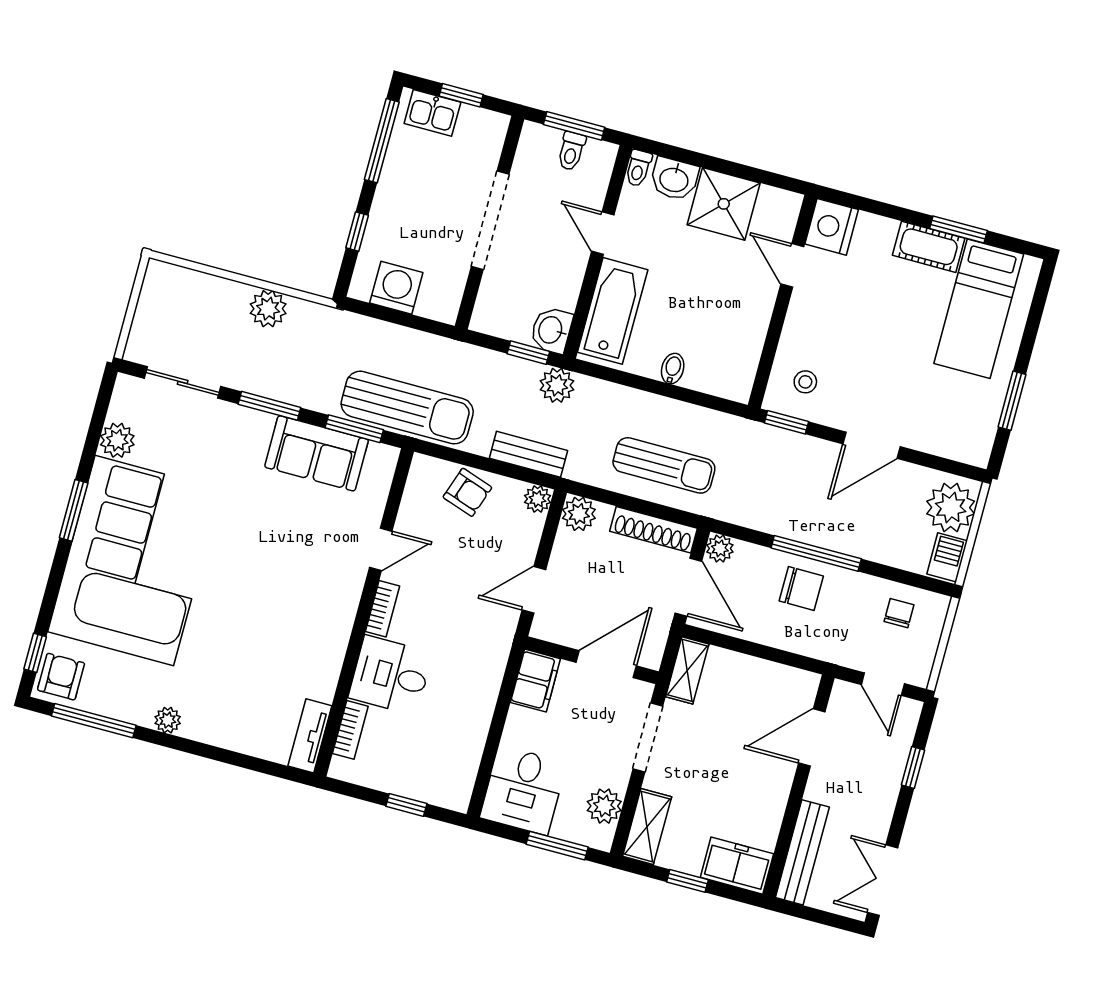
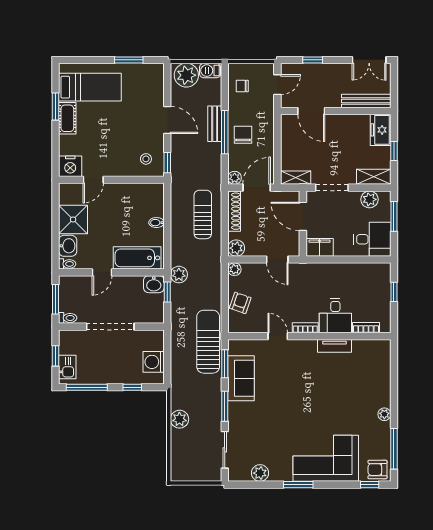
toilet: (571, 151) -> (68, 318), moved
bench: (528, 454) -> (215, 124), moved
corner sofa: (134, 560) -> (326, 458), width x0.73, depth x0.74
tv unit: (310, 736) -> (335, 346), moved

